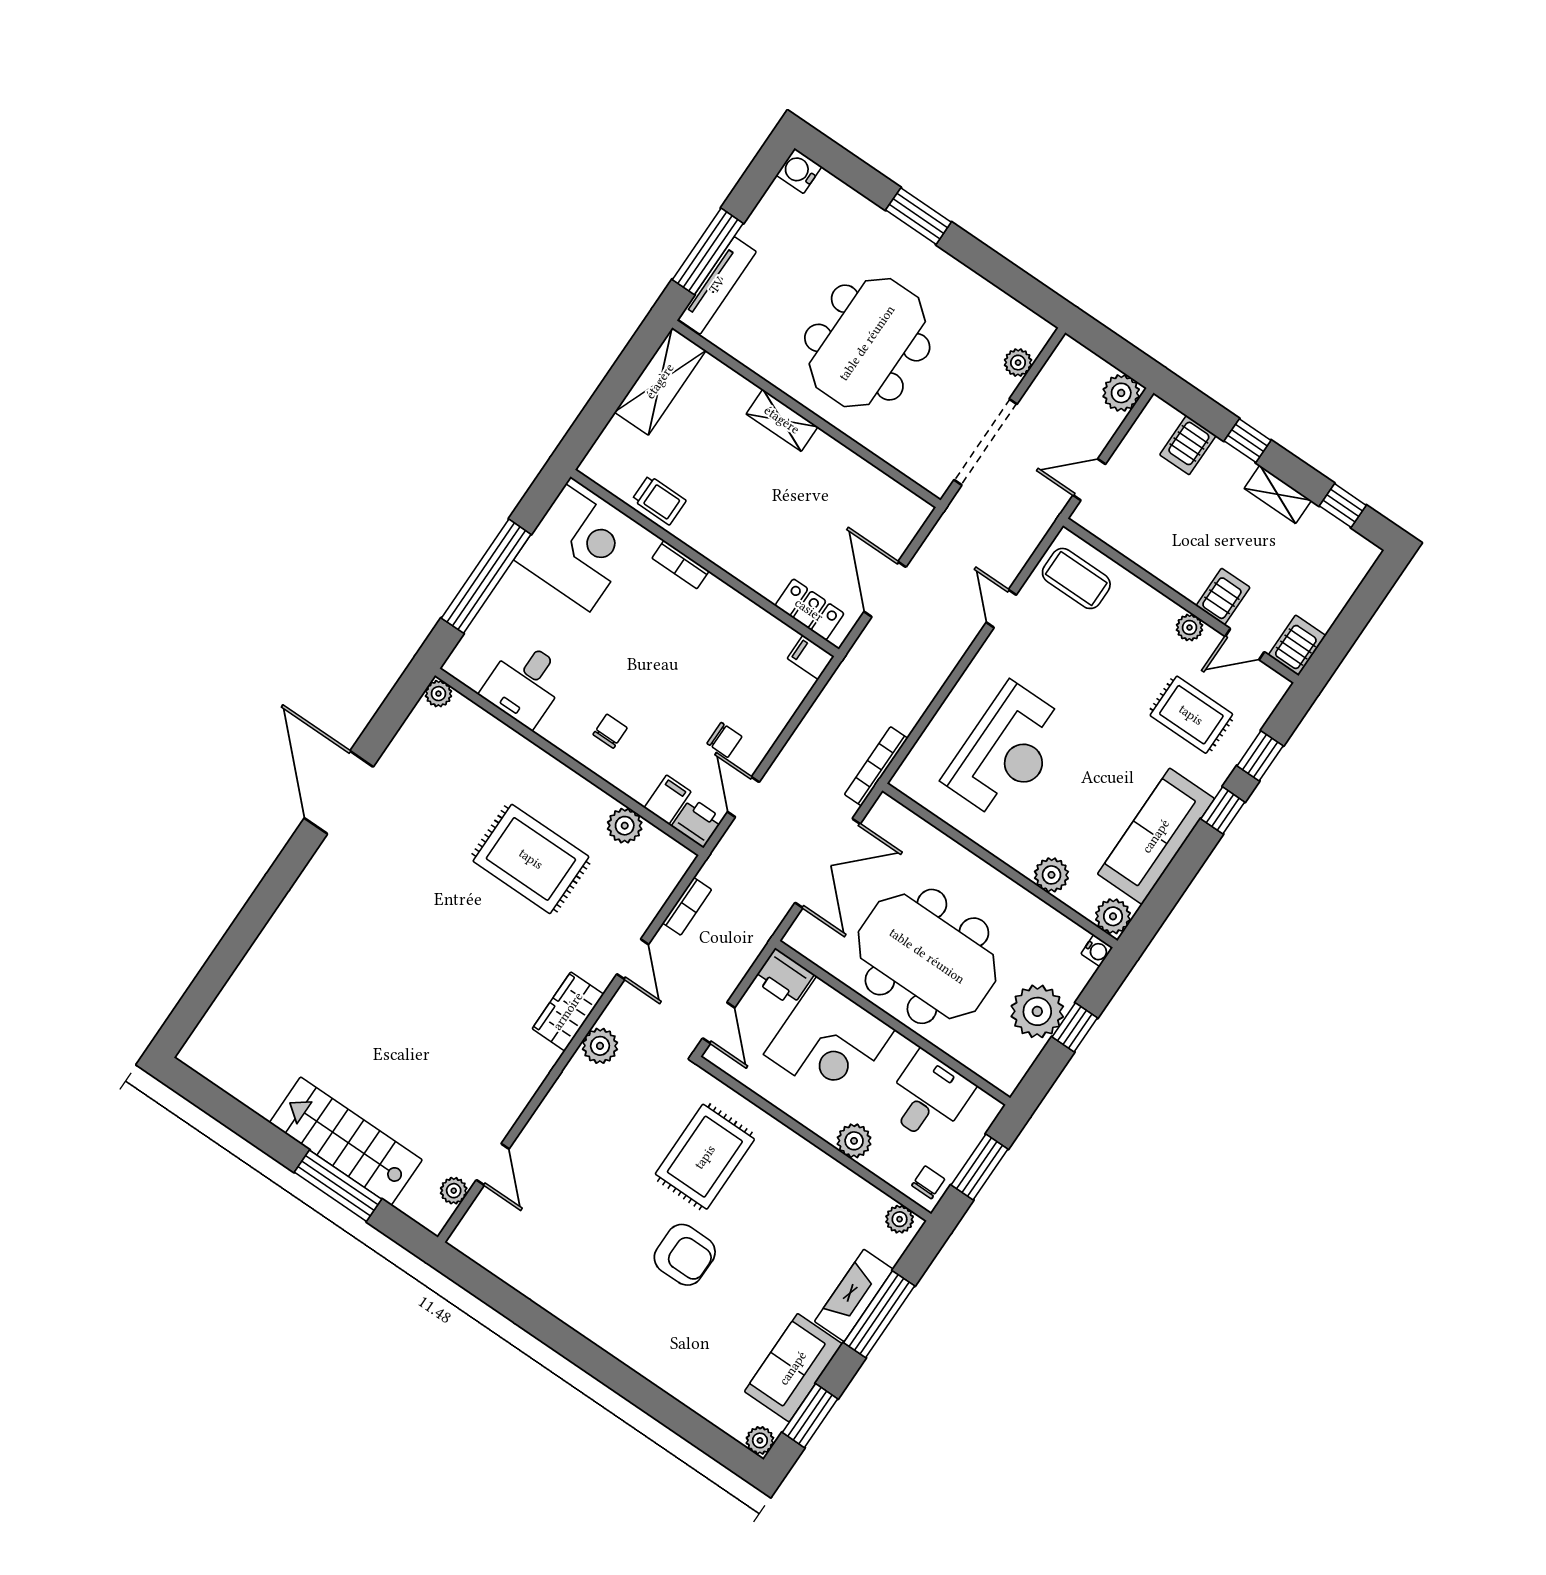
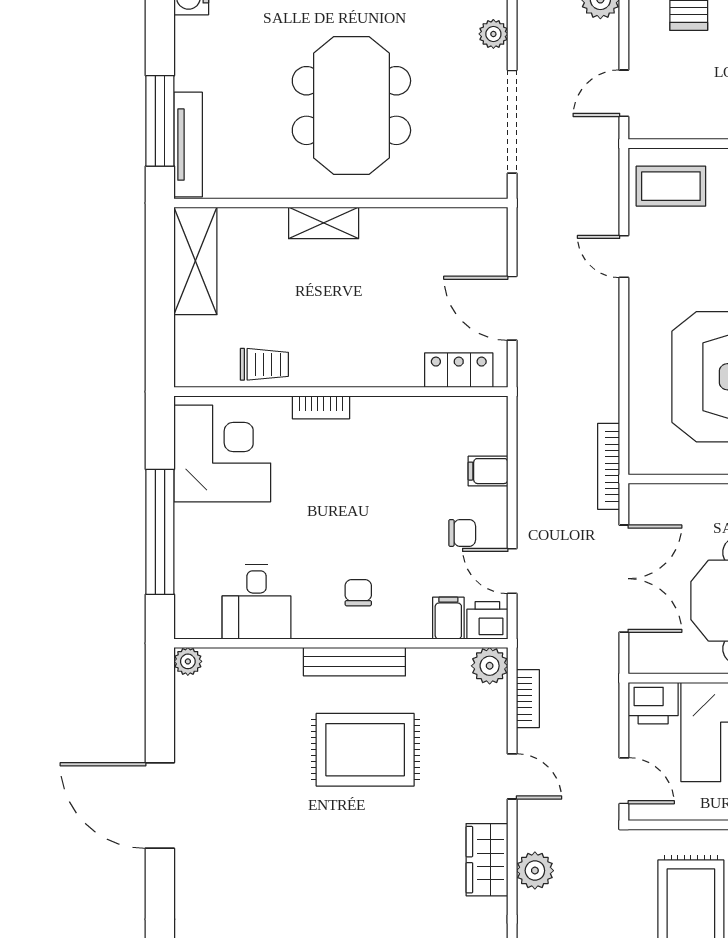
filing cabinet: (811, 657) -> (488, 471), moved
bench: (570, 784) -> (354, 662), added
plant: (625, 826) -> (490, 666), moved

